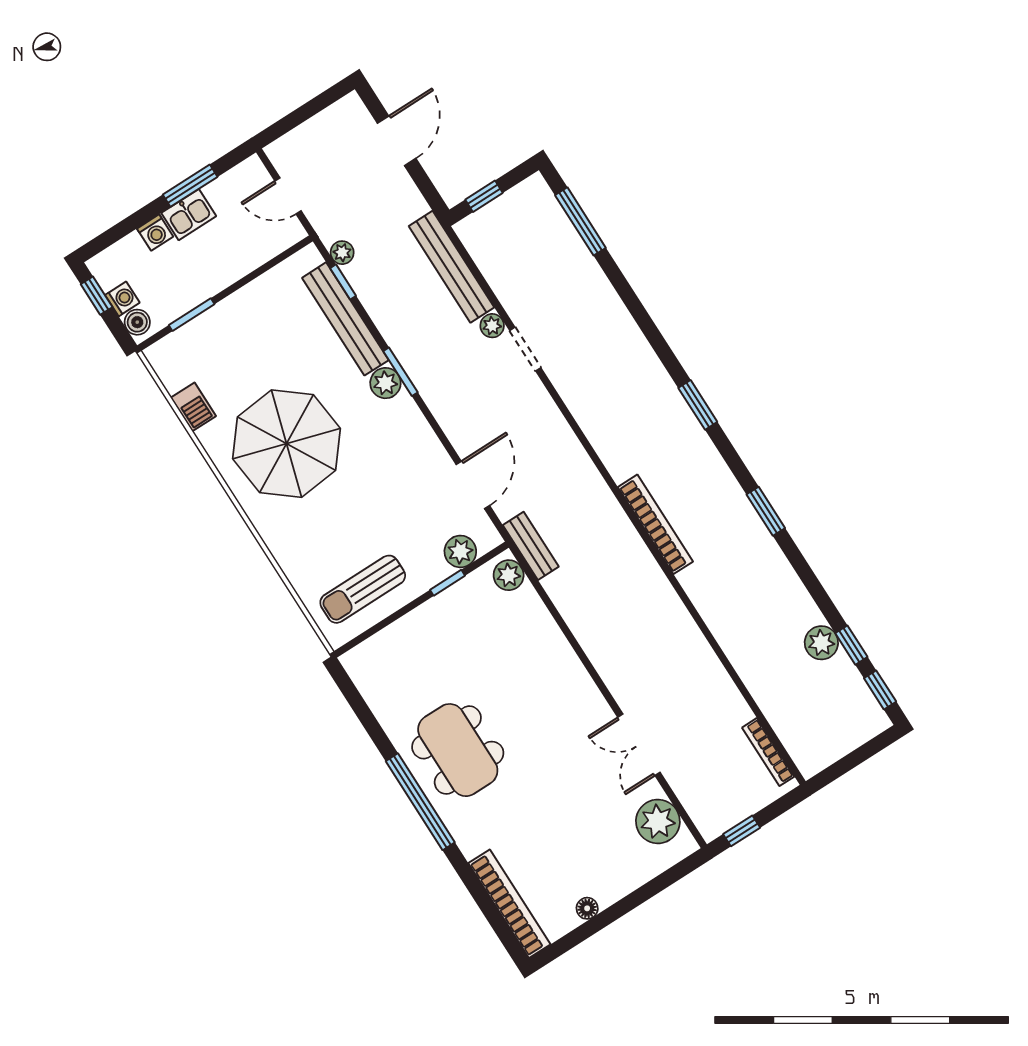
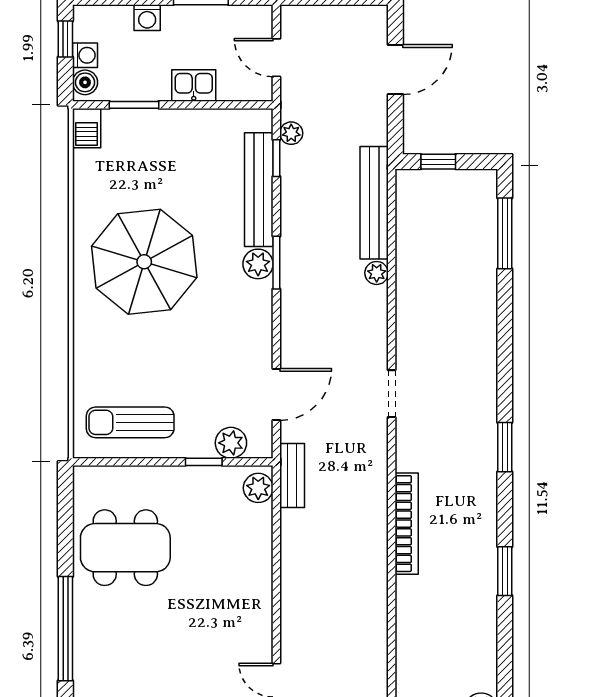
kitchen sink: (189, 215) -> (194, 86), moved, turned 180
doorway: (525, 349) -> (392, 394), moved
barbecue: (193, 407) -> (87, 128), moved
dining table: (458, 750) -> (125, 548), moved, turned 90

